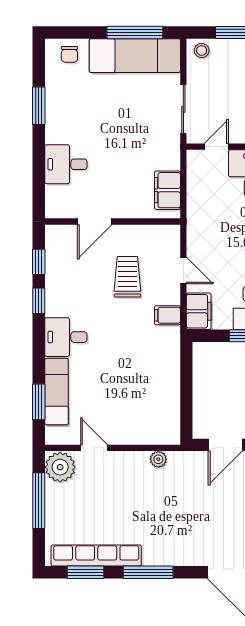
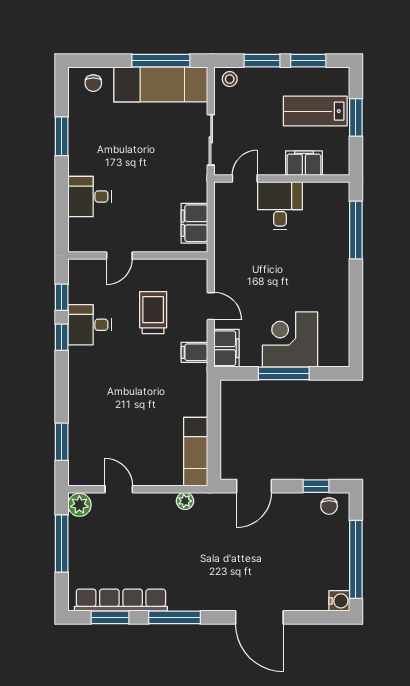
door: (95, 222) -> (119, 256), width x0.73
desk: (66, 337) -> (90, 325), moved
exam couch: (57, 391) -> (196, 452), moved, turned 180
plant: (60, 467) -> (79, 505), width x0.73, depth x0.73

